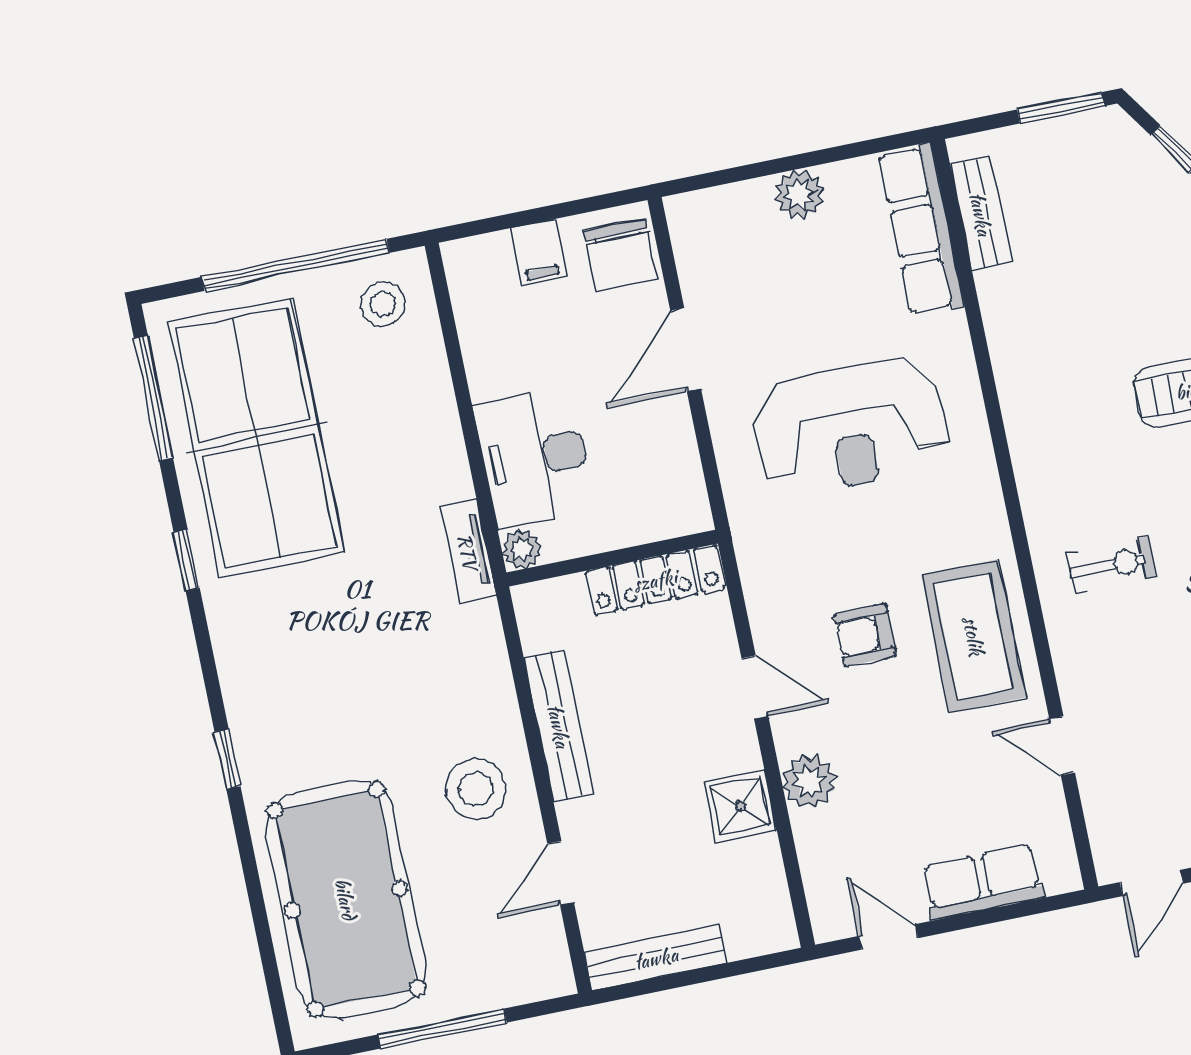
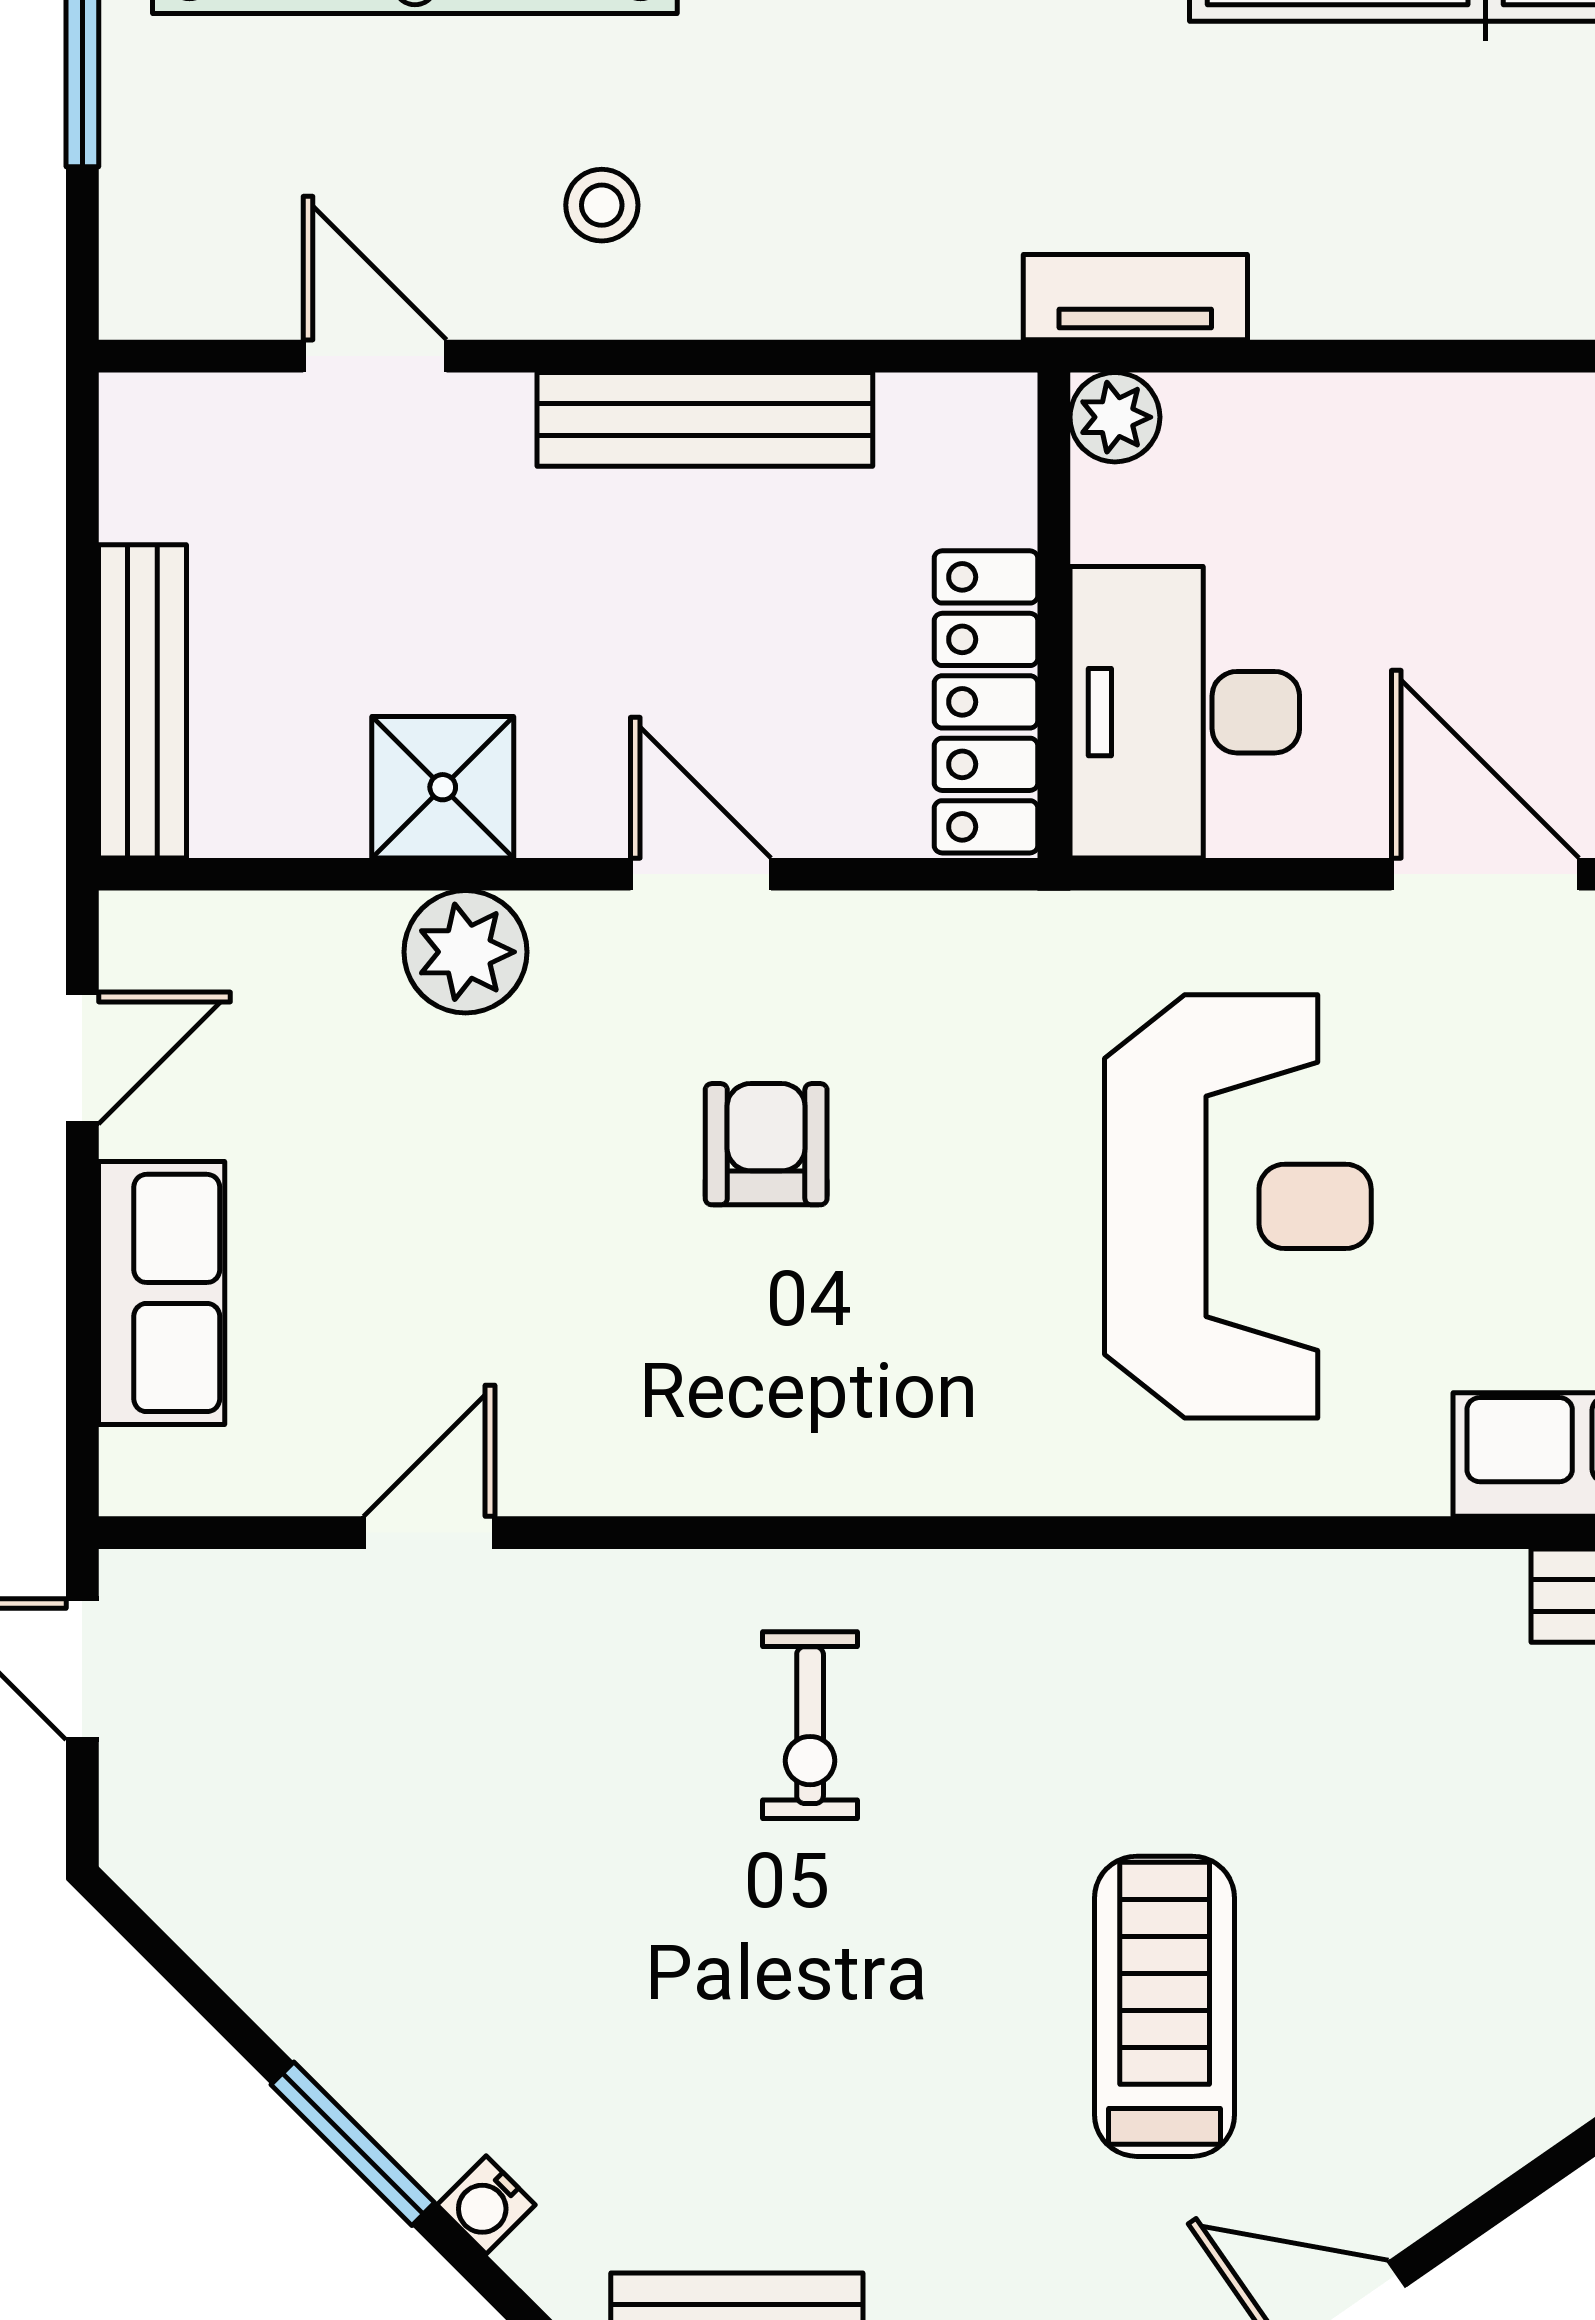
reception desk: (850, 427) -> (1238, 1206), turned 180
desk: (534, 457) -> (1185, 712), moved, turned -90
coffee table: (974, 636) -> (714, 1386), removed
door: (755, 687) -> (701, 874), swing flipped
stool: (476, 789) -> (602, 205), width x0.53, depth x0.53
bench: (656, 958) -> (143, 701), moved

